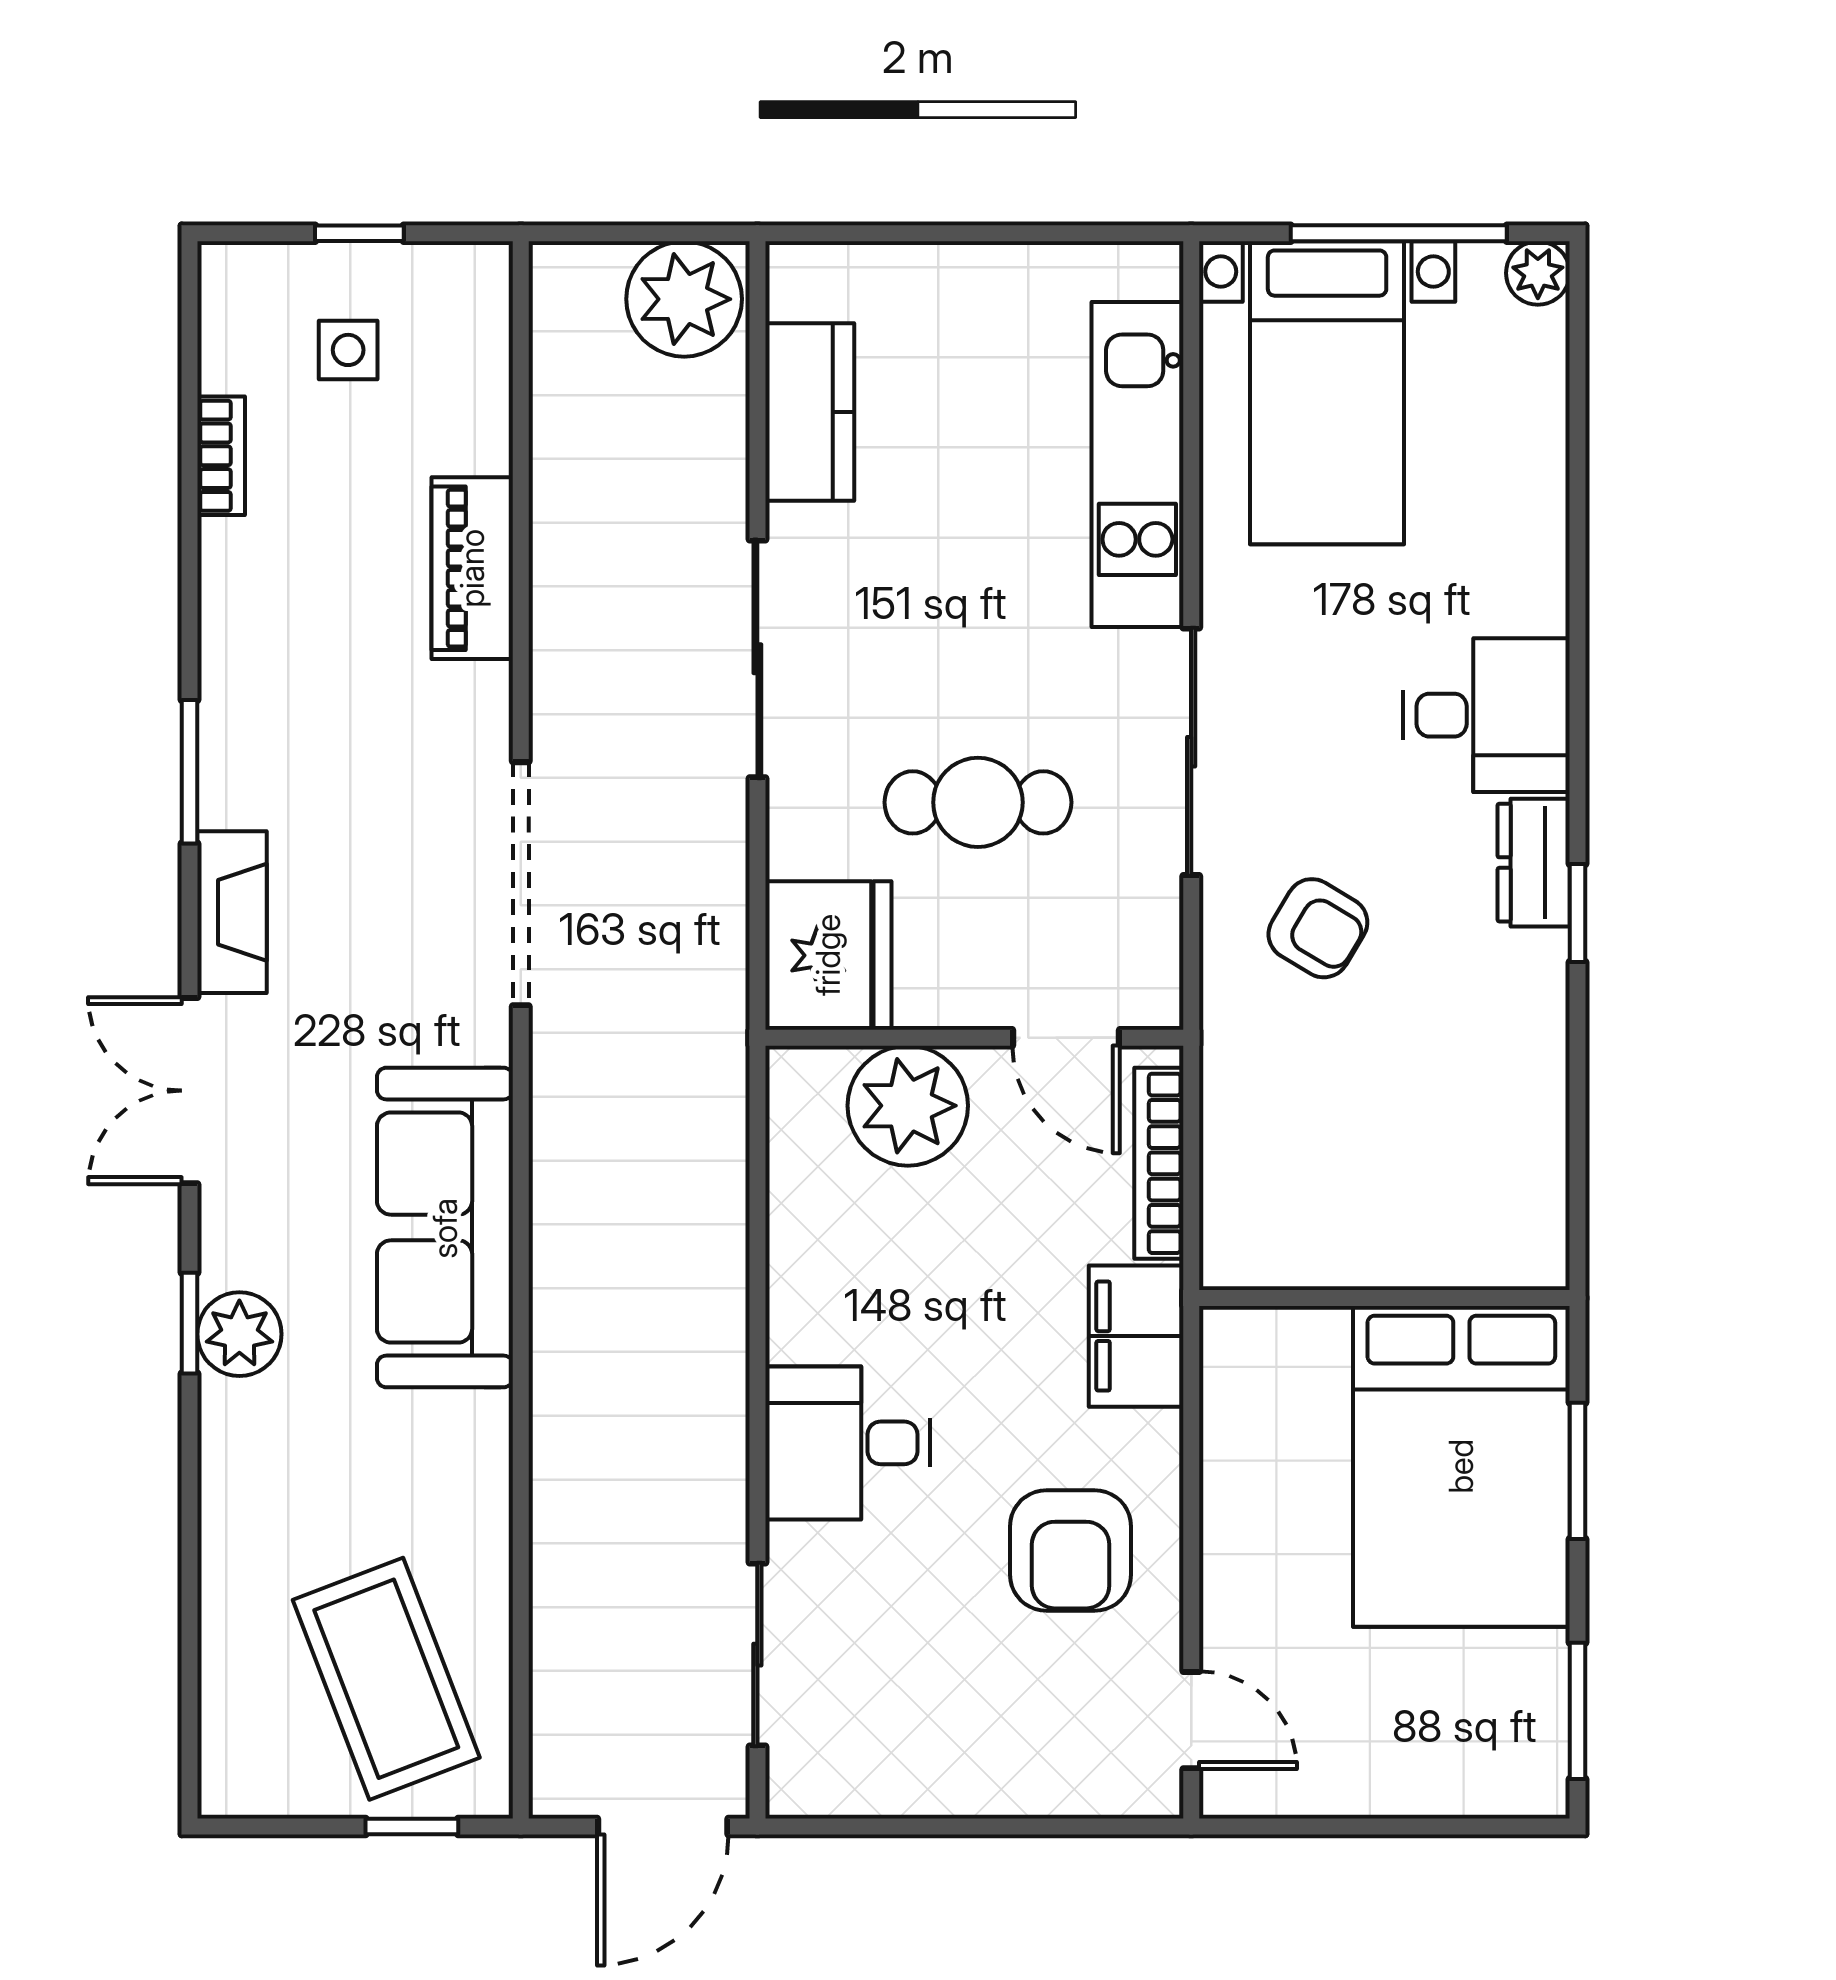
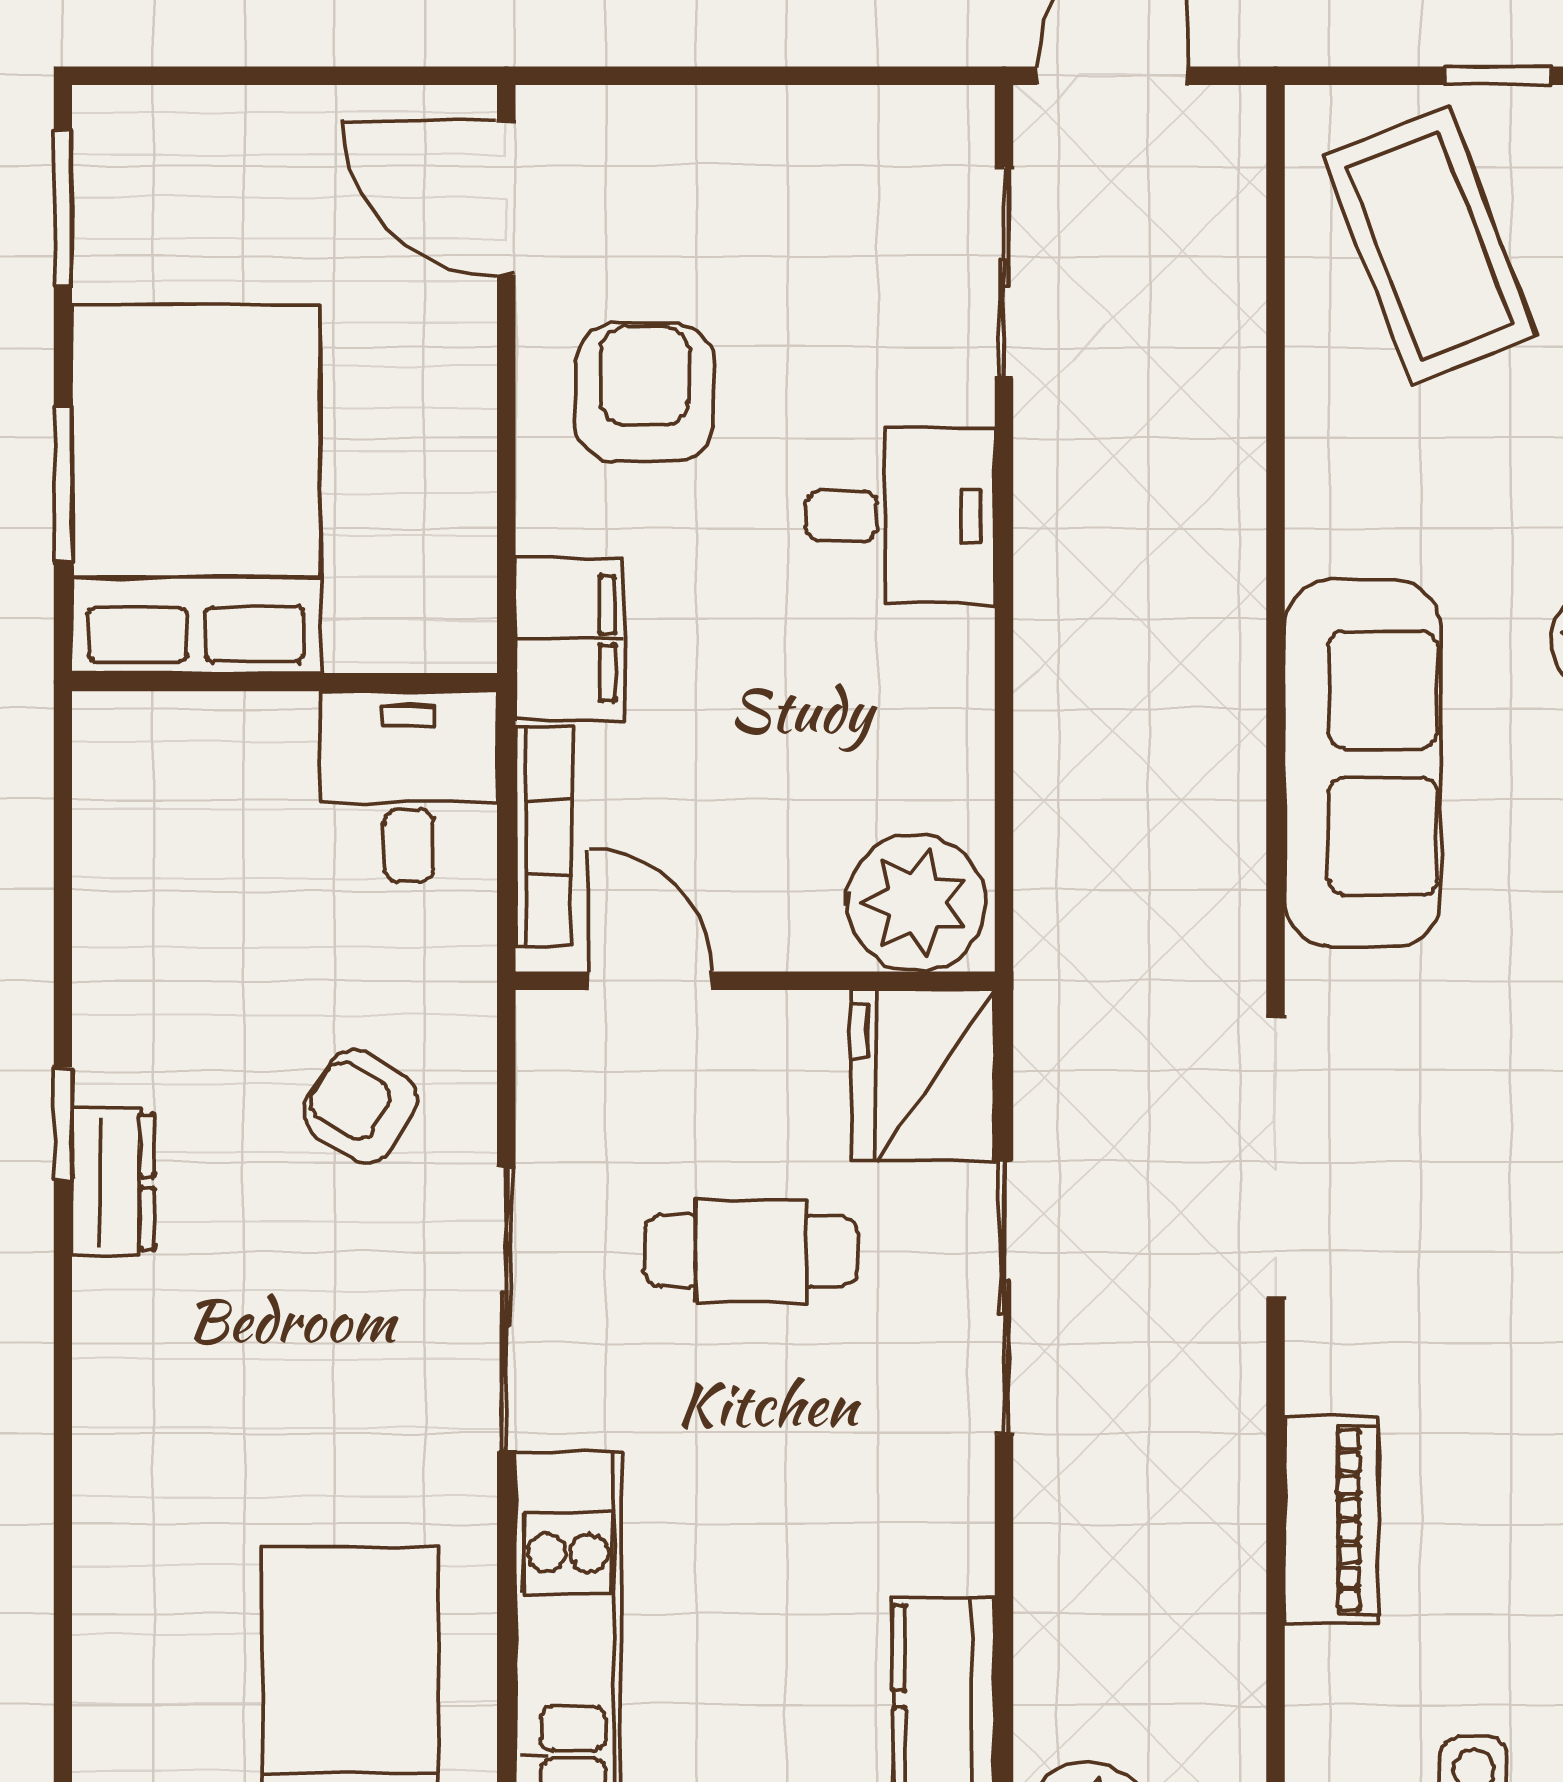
sliding door: (757, 659) -> (1004, 1298), moved
desk: (1487, 715) -> (409, 787), moved, turned 90
plant: (908, 1106) -> (916, 903), moved
door: (1191, 1720) -> (506, 198), width x1.38
window: (412, 1826) -> (1499, 76), moved

